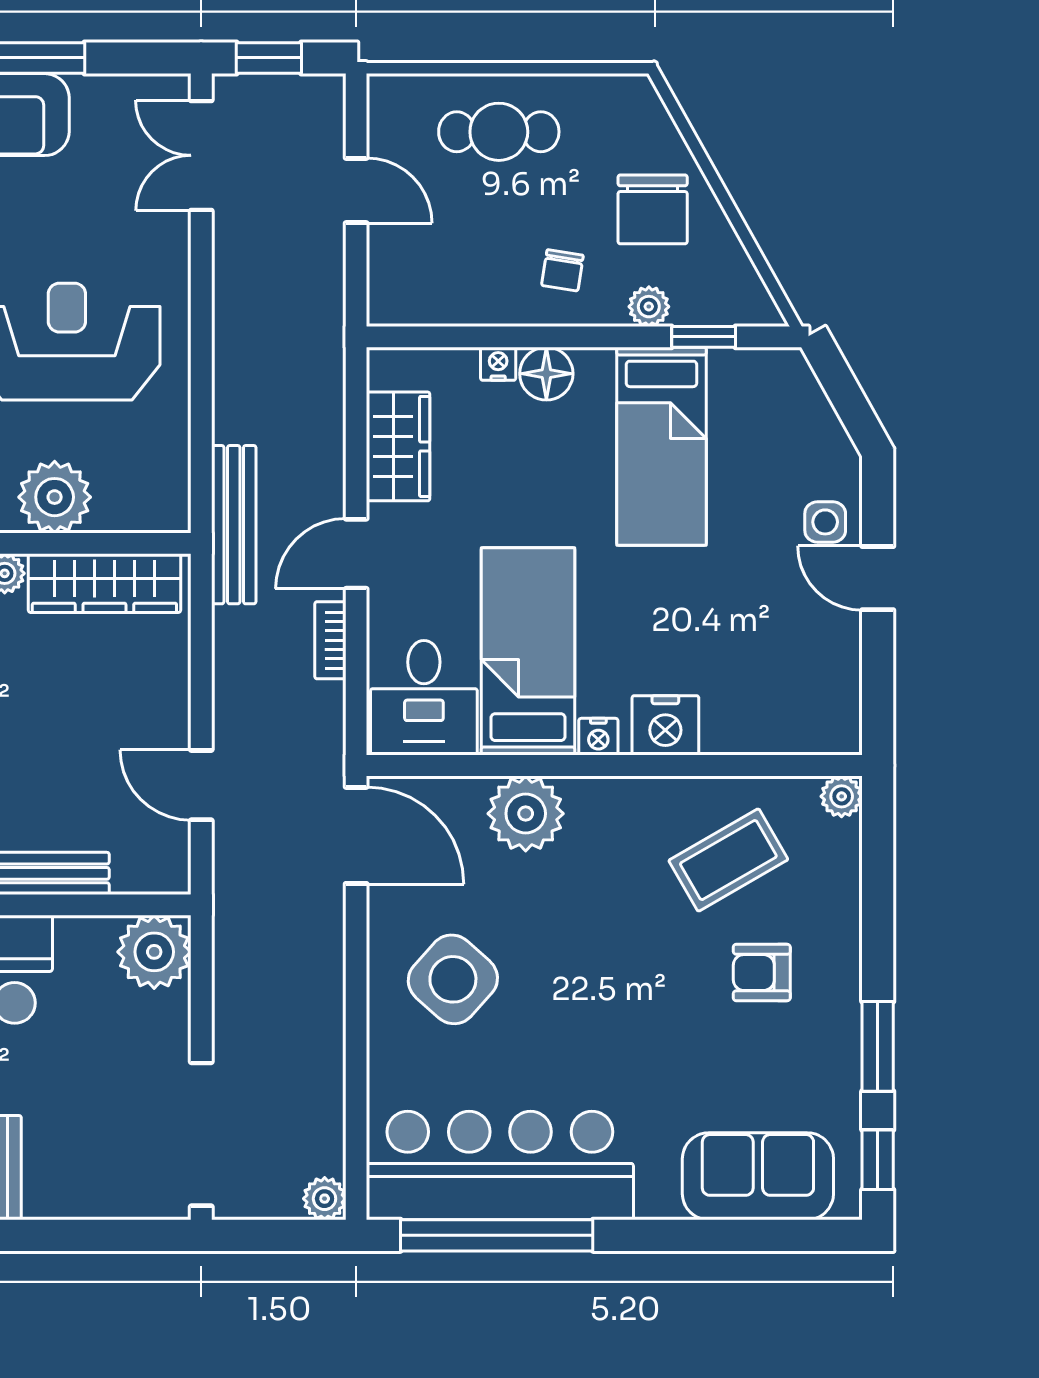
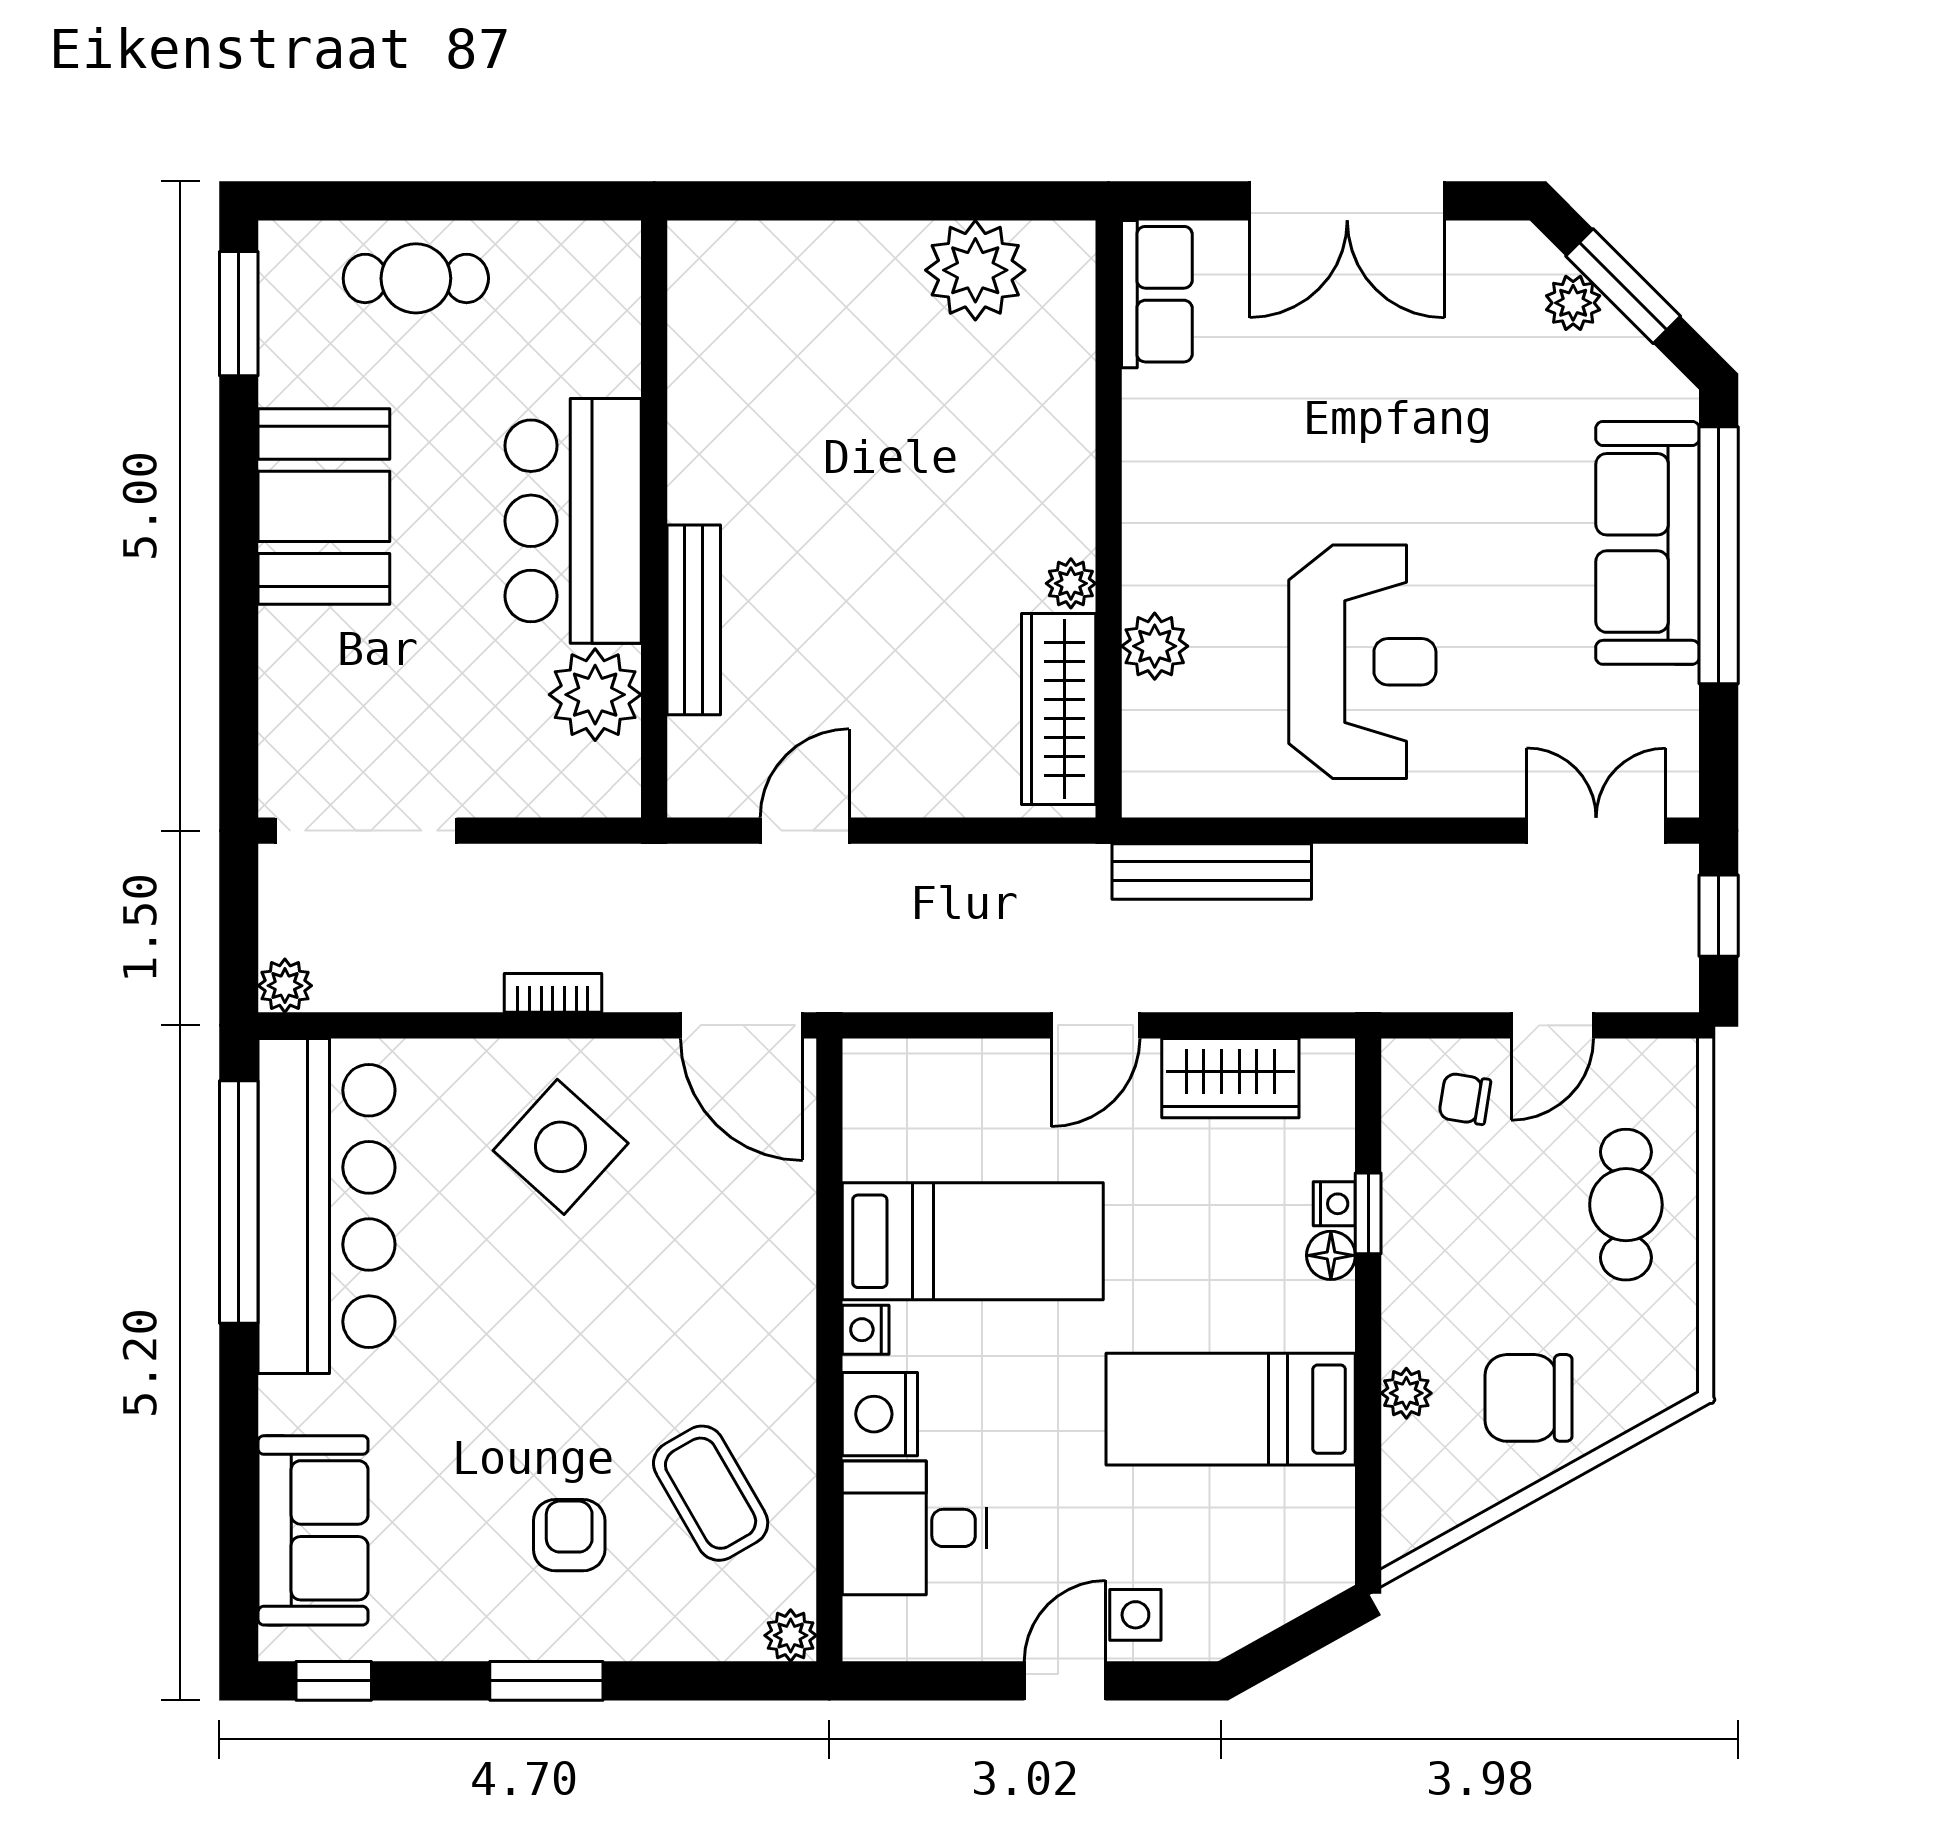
chair: (562, 270) -> (1465, 1099), moved
window: (704, 337) -> (1368, 1213), moved
floor lamp: (546, 374) -> (1331, 1255), width x0.73, depth x0.73
plant: (55, 497) -> (1155, 646), width x0.73, depth x0.73
bench: (234, 525) -> (1212, 871), moved
door: (356, 554) -> (1096, 1025), swing flipped
bookcase: (330, 640) -> (553, 993), moved
desk: (424, 698) -> (915, 1528), moved
plant: (526, 814) -> (769, 1238), removed
door: (356, 835) -> (741, 1025), hinge flipped
plant: (154, 952) -> (595, 695), moved
window: (878, 1046) -> (546, 1681), moved

